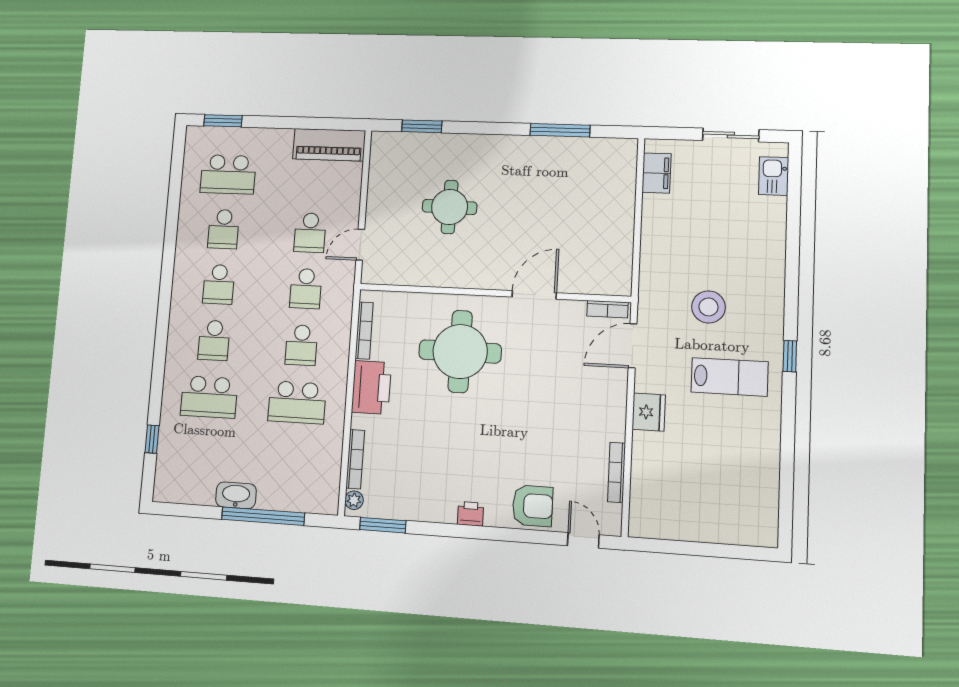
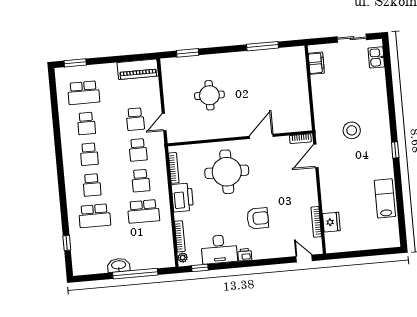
lab bench: (729, 377) -> (385, 198), moved, turned -90
fridge: (649, 412) -> (331, 222), moved
desk: (424, 495) -> (219, 249), added
armchair: (533, 506) -> (258, 218), moved
window: (383, 525) -> (200, 268), width x0.67

